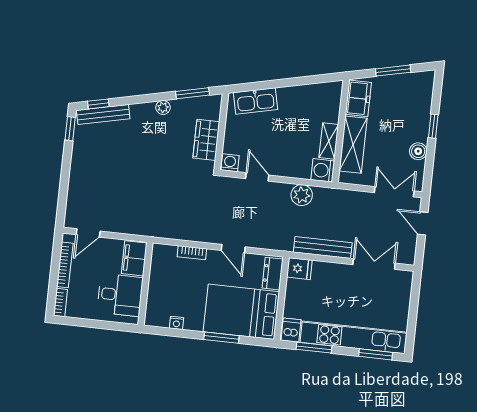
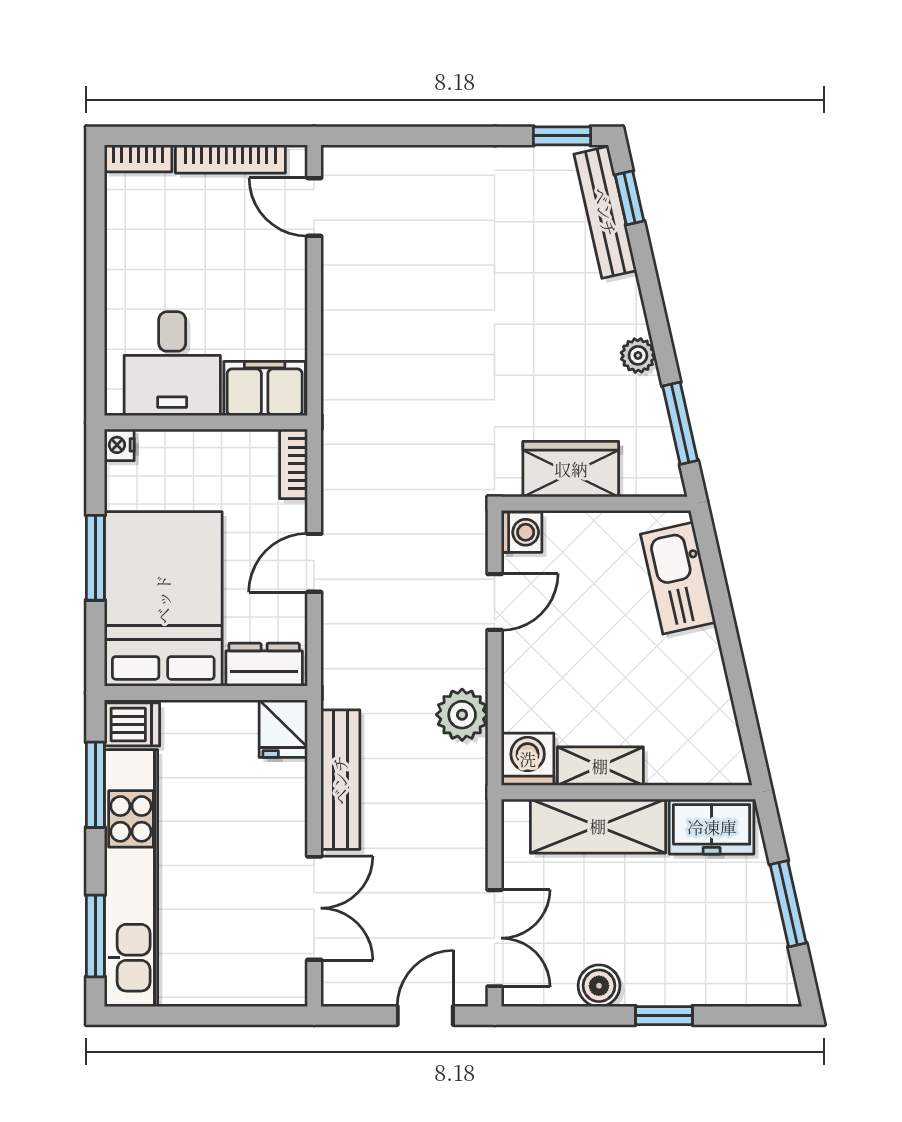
filing cabinet: (134, 258) -> (265, 388), moved
wall: (145, 284) -> (206, 422), moved
desk: (120, 295) -> (172, 364), moved

